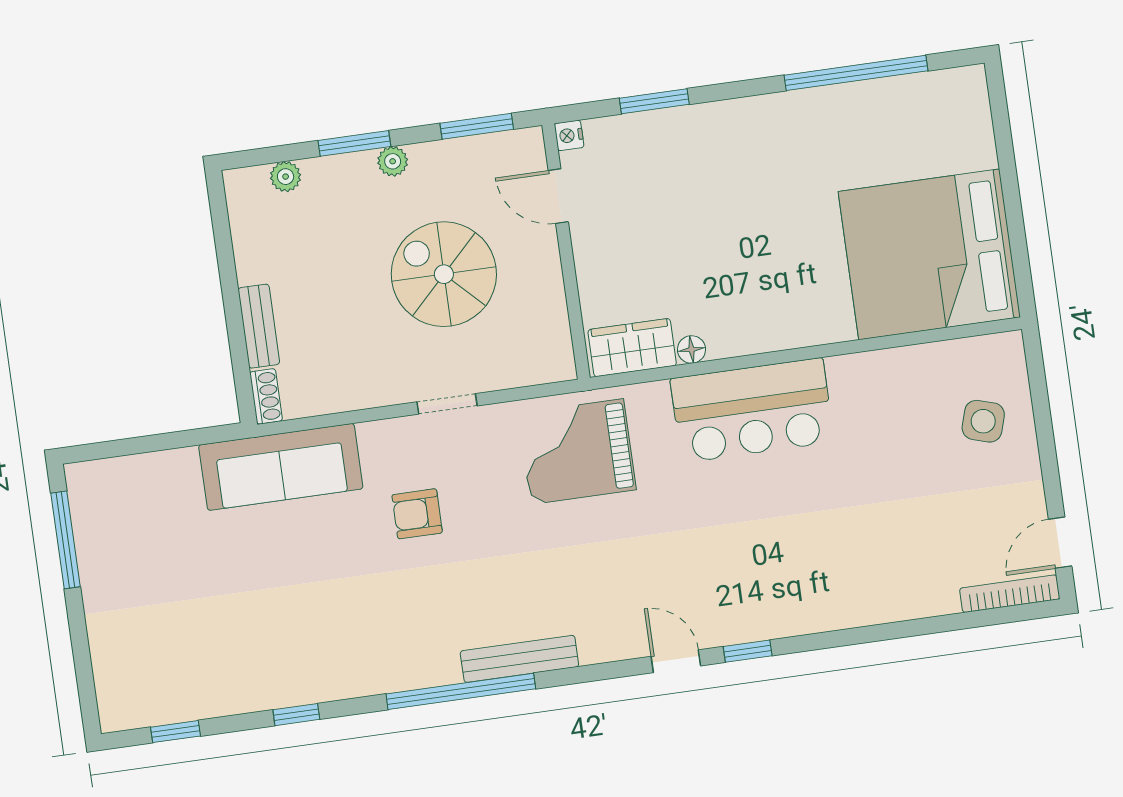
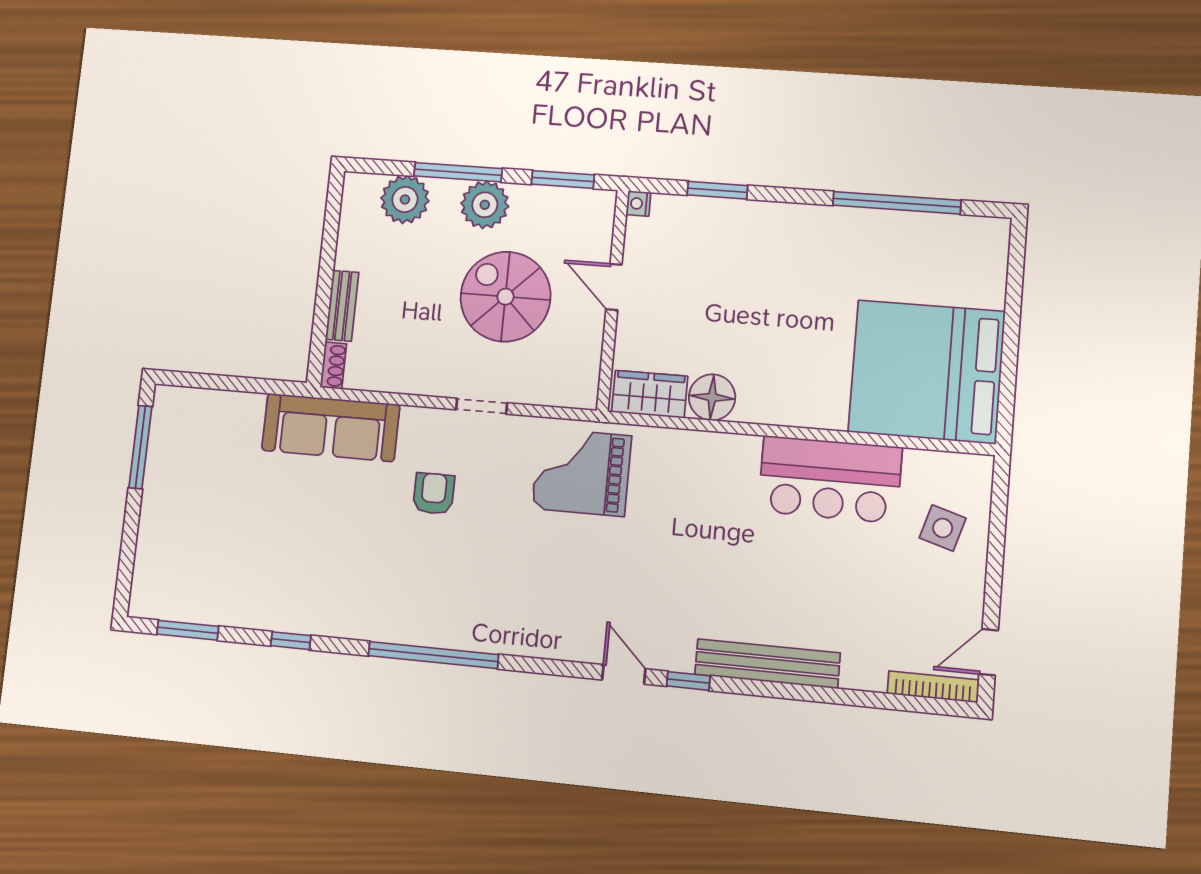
window: (354, 143) -> (458, 172), width x1.44
plant: (393, 161) -> (485, 205), width x1.88, depth x1.88
plant: (286, 177) -> (405, 199), width x1.88, depth x1.88
door: (558, 196) -> (614, 287), moved
floor lamp: (692, 349) -> (712, 397), width x1.89, depth x1.89
bar counter: (752, 410) -> (830, 479), moved
armchair: (417, 514) -> (434, 494), turned 90
bench: (519, 659) -> (767, 664), moved, width x1.37, depth x1.21
window: (175, 732) -> (188, 630), width x1.50

